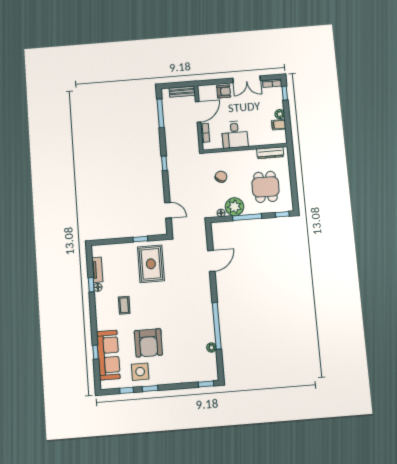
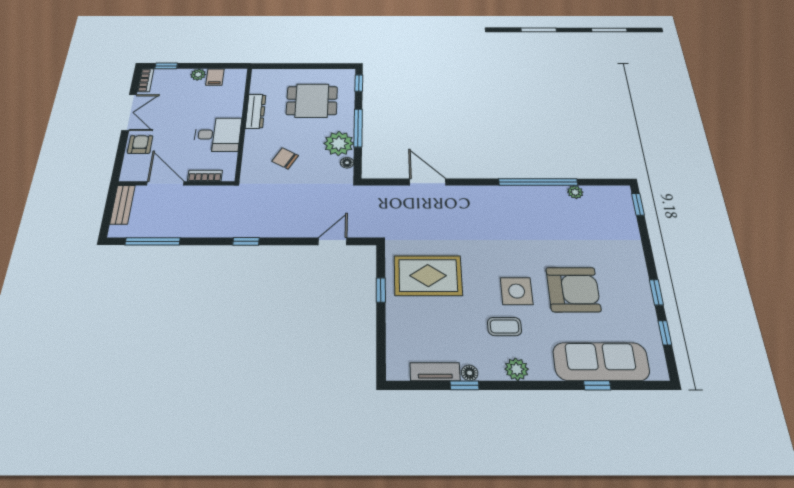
dresser: (270, 153) -> (256, 111), moved
plant: (101, 311) -> (517, 369), added
side table: (140, 372) -> (517, 291), moved

